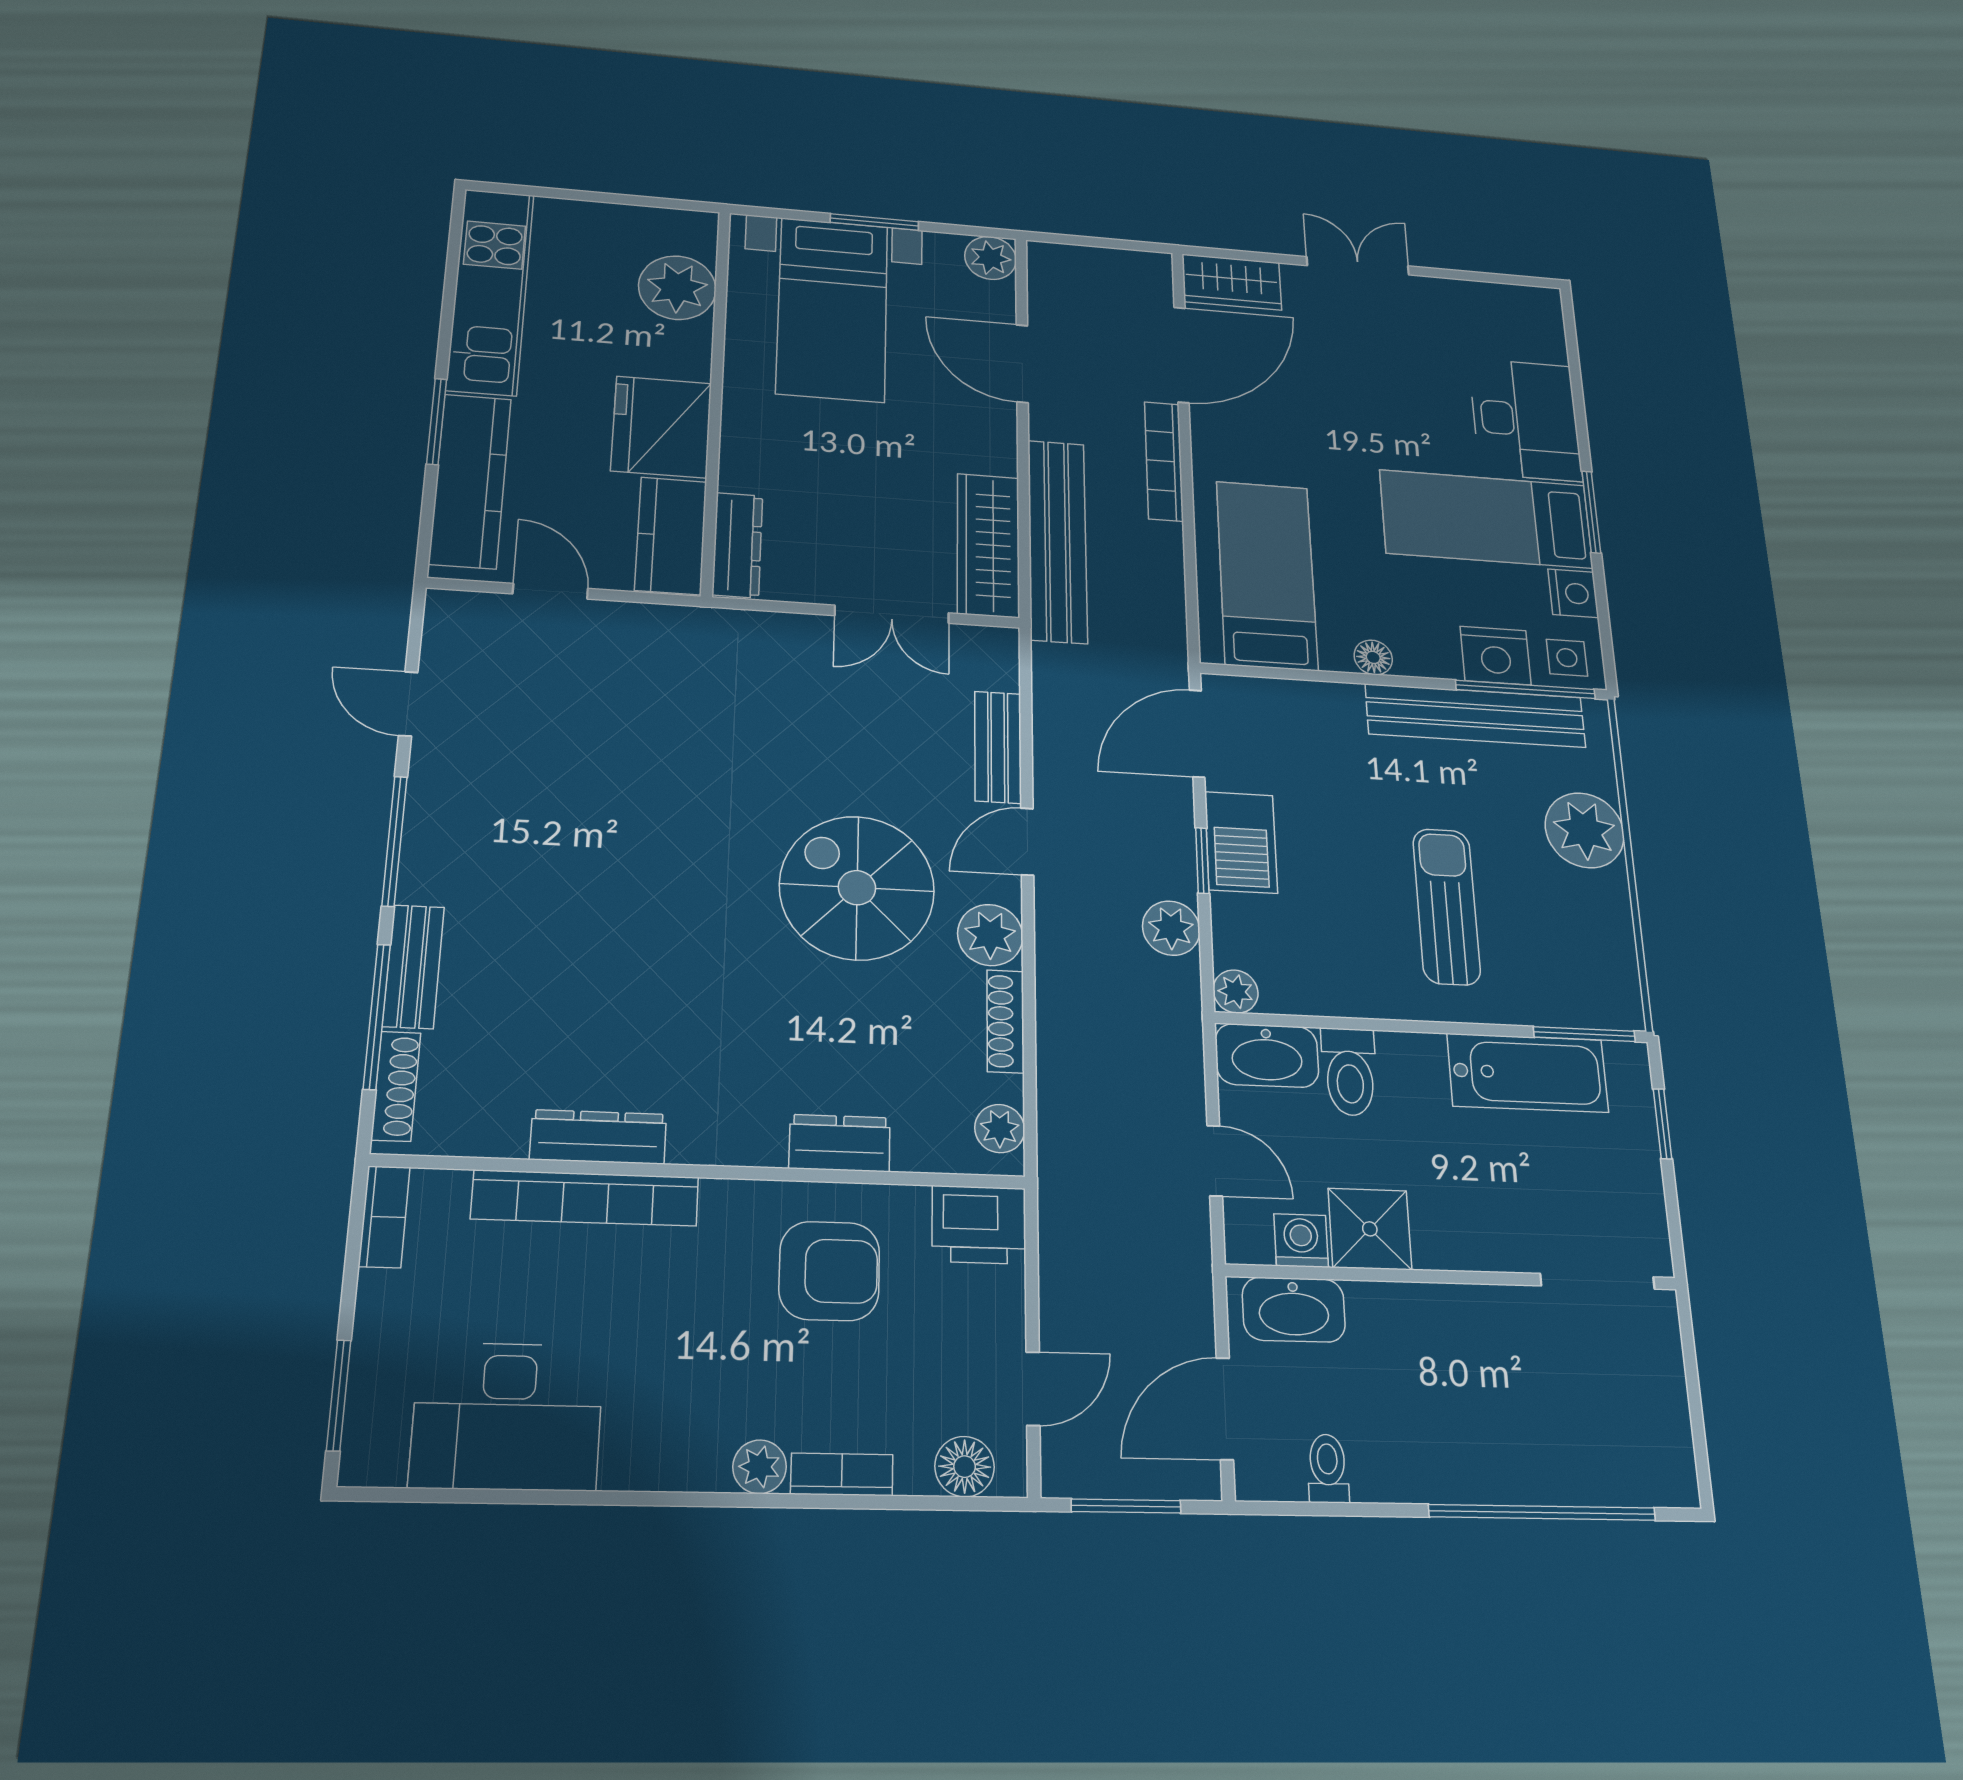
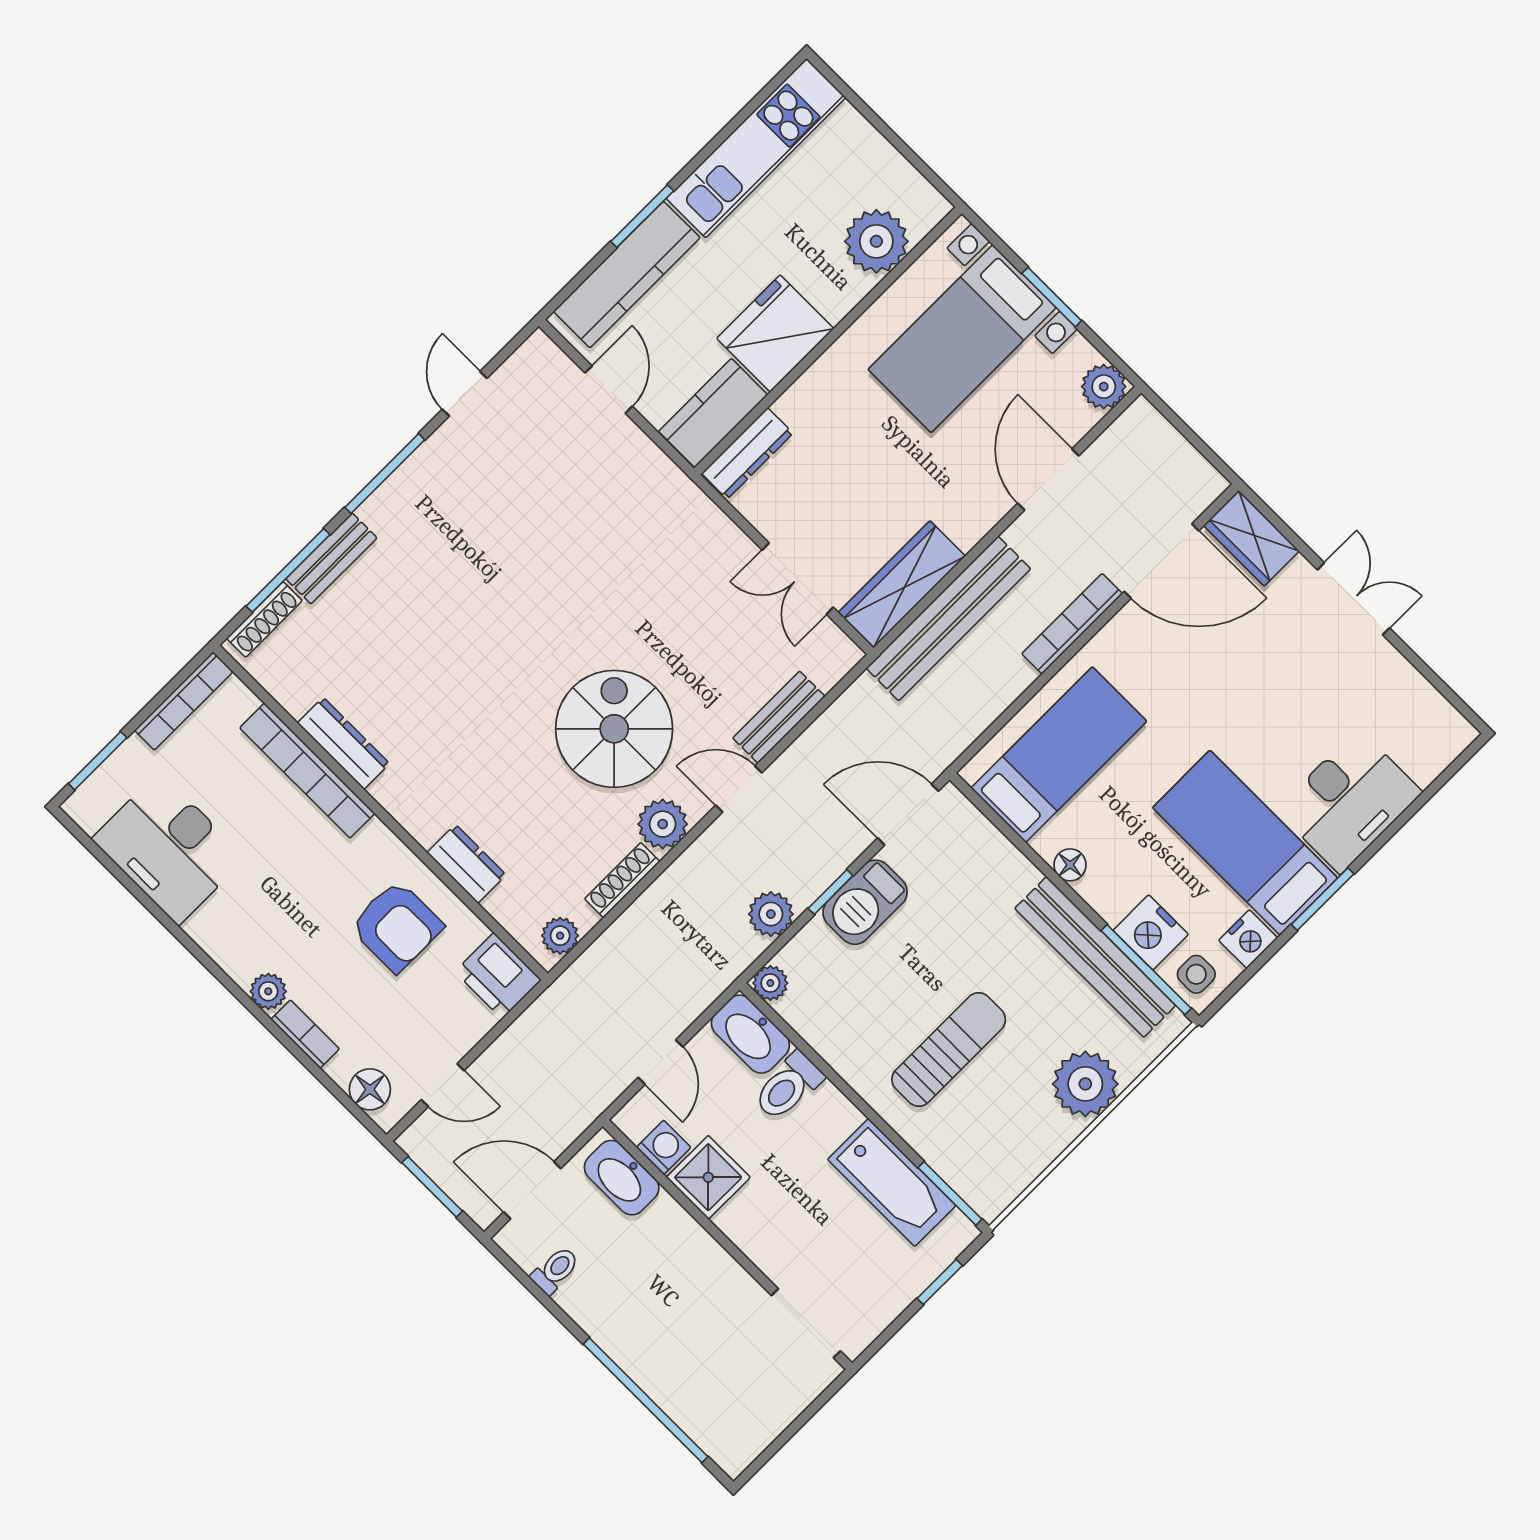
bookcase: (384, 1217) -> (184, 701), width x1.56

